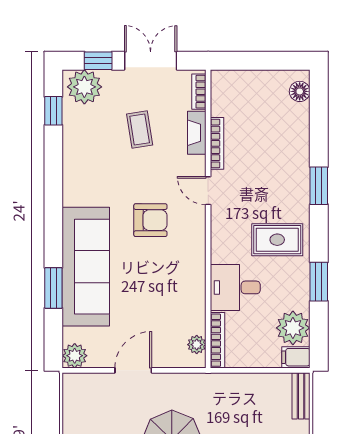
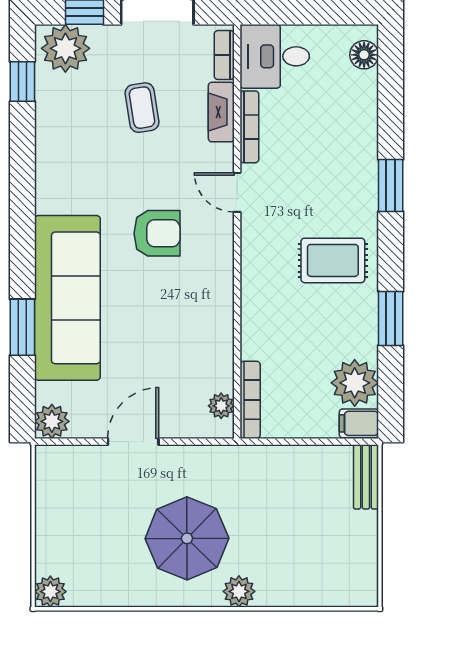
desk: (235, 287) -> (275, 56), moved

